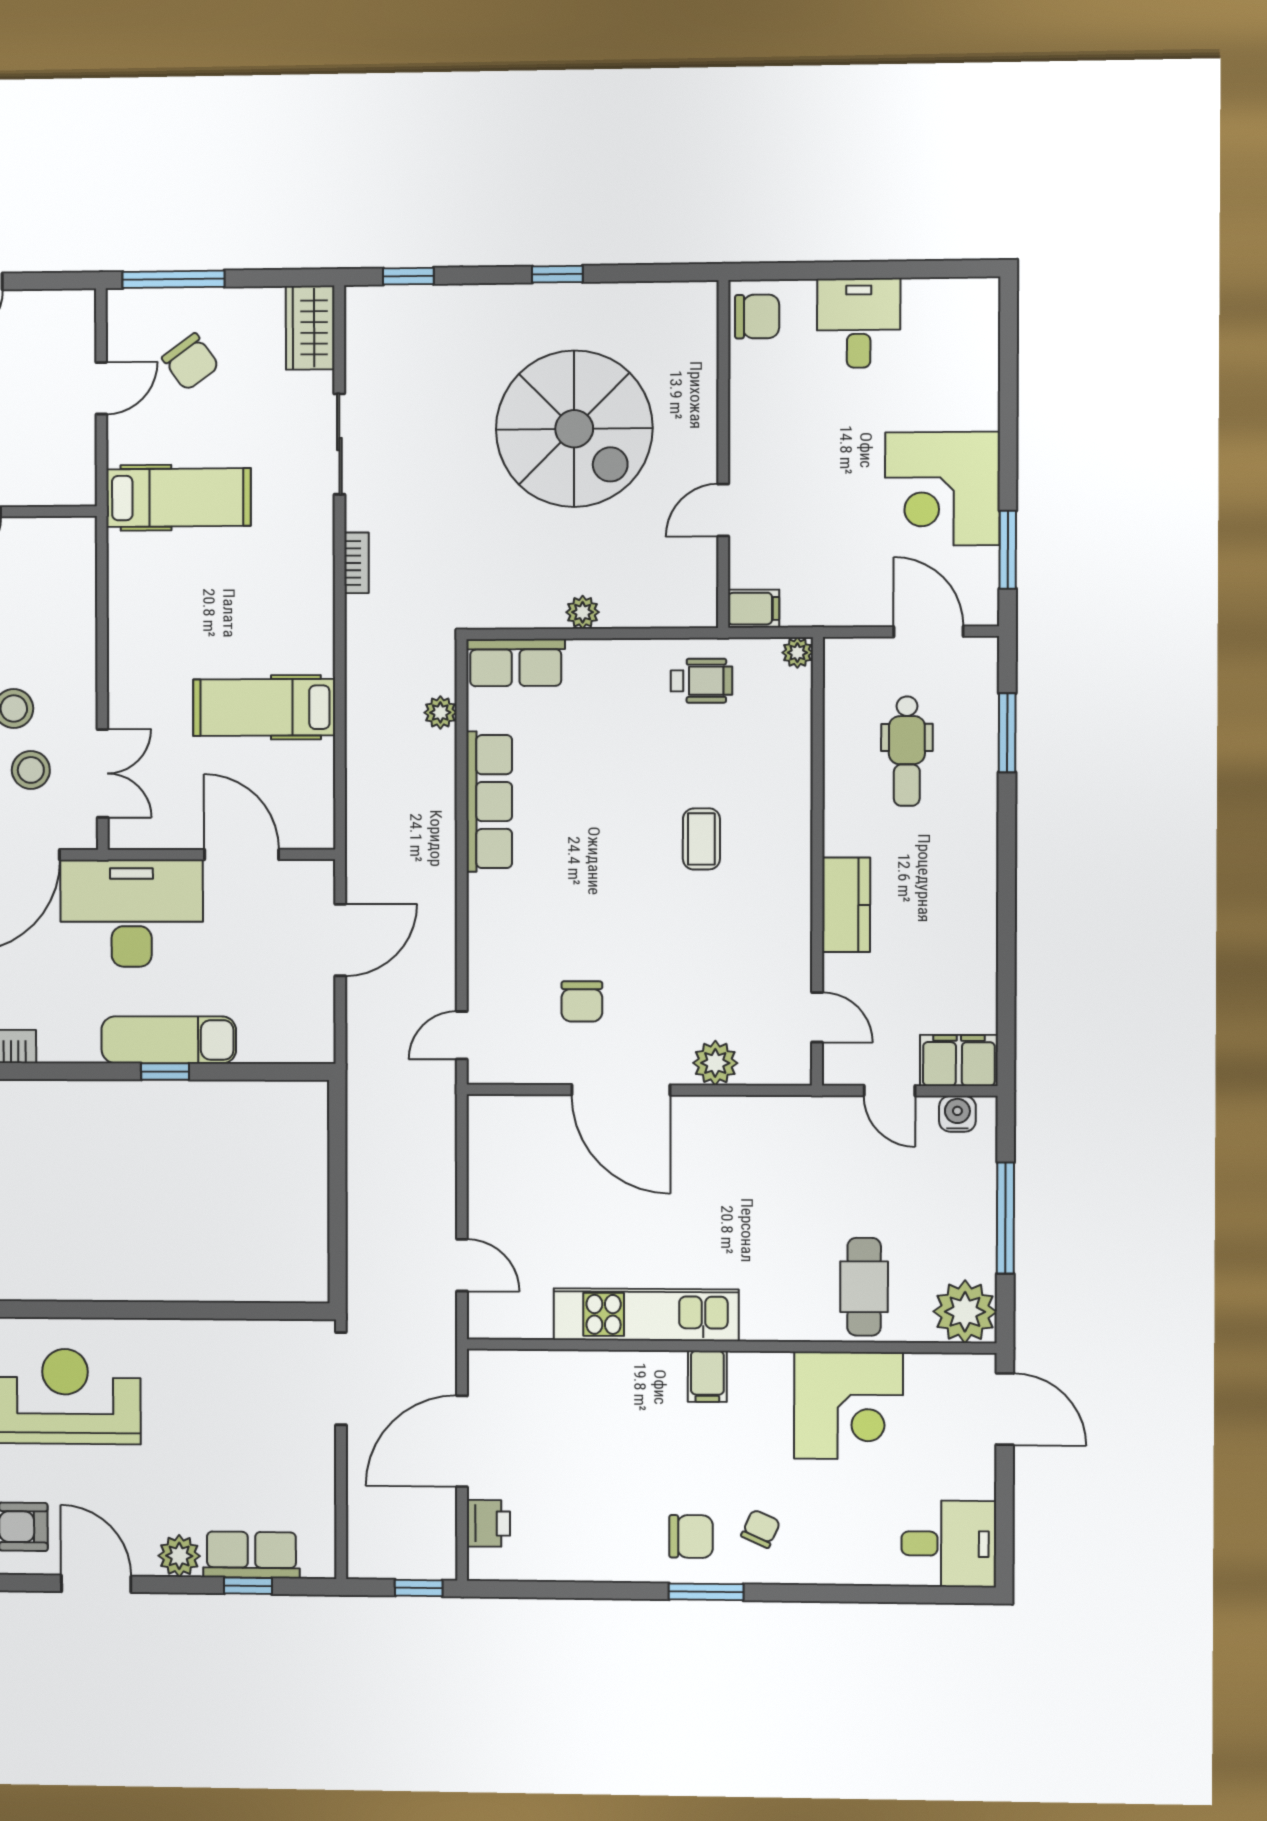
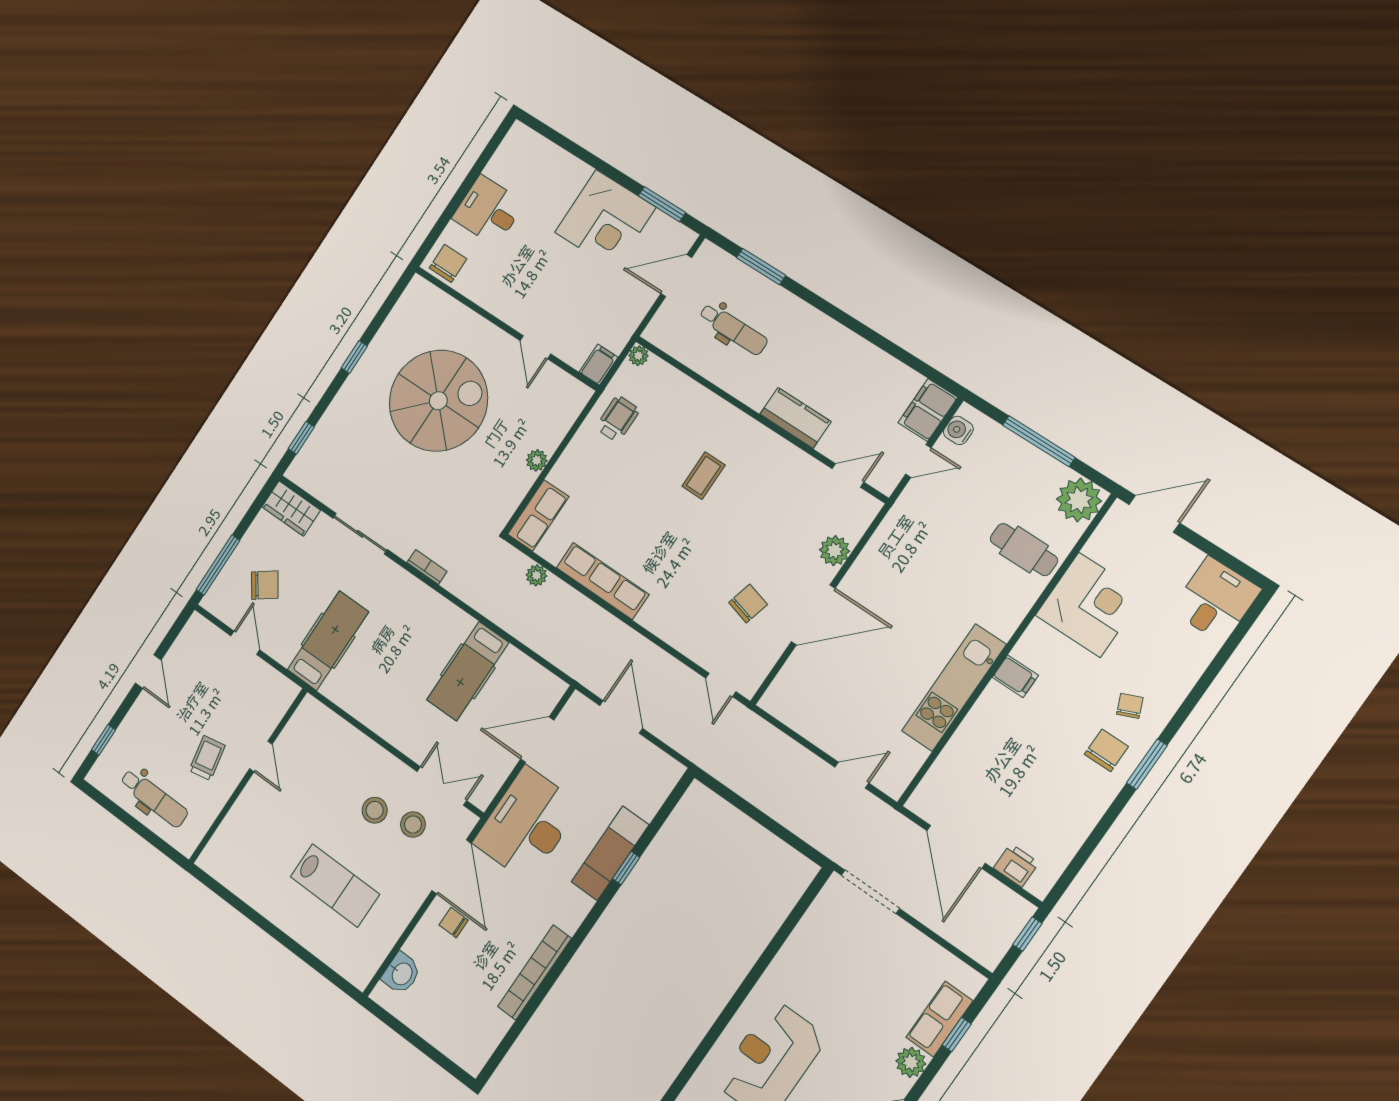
coffee table: (701, 839) -> (704, 476), turned 90
chair: (582, 1001) -> (748, 604), turned -75
chair: (761, 1529) -> (1130, 706), turned 43

